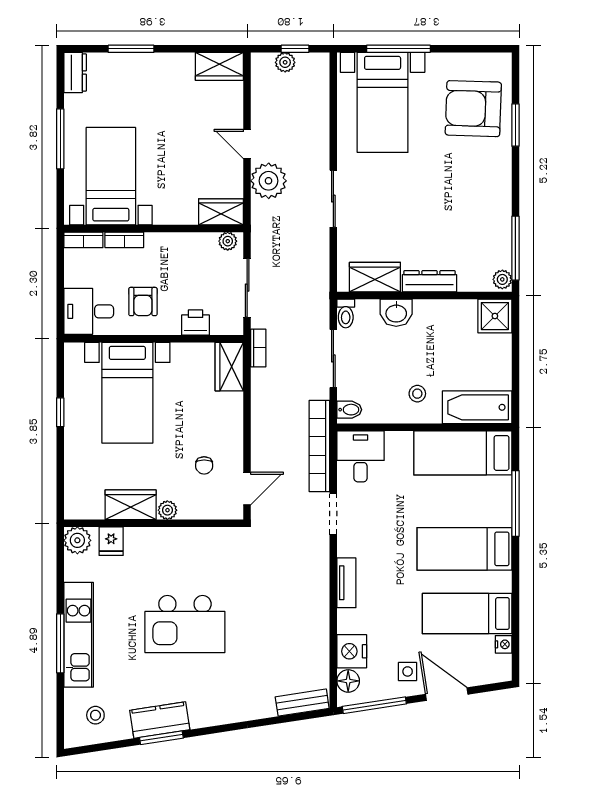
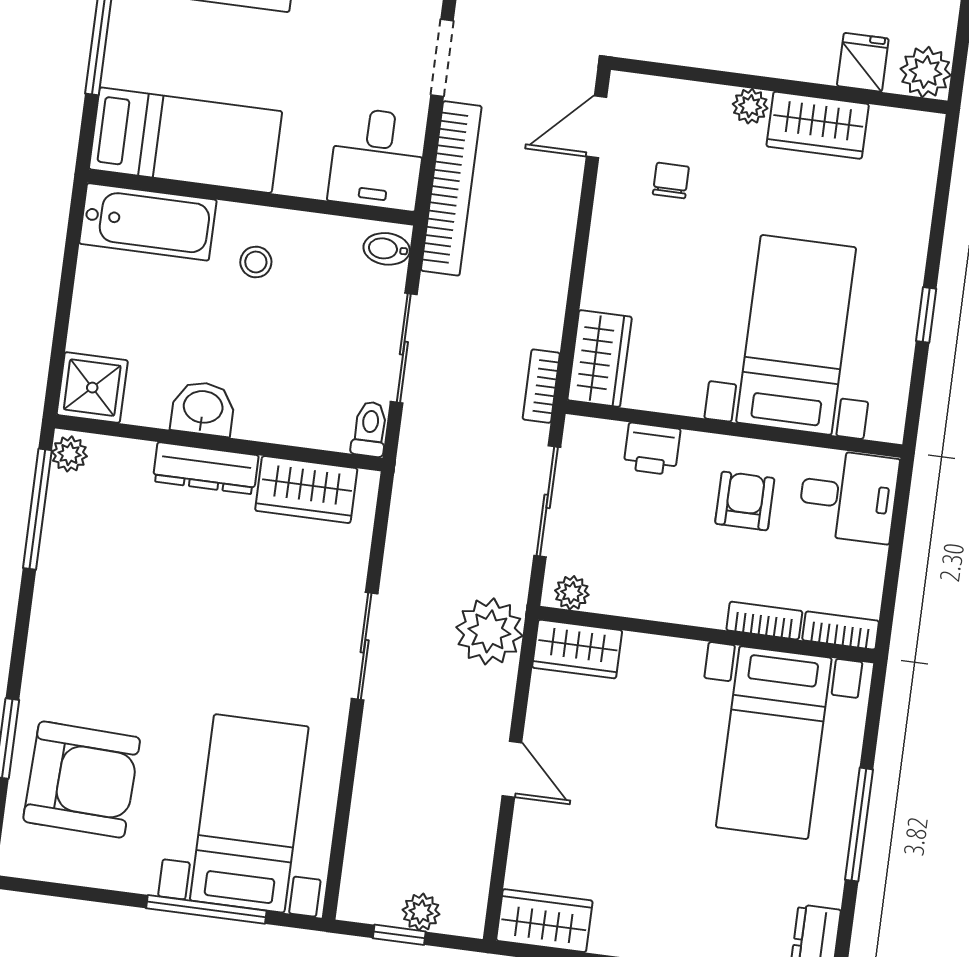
plant: (269, 181) -> (489, 631), moved
washbasin: (396, 313) -> (203, 408), moved

